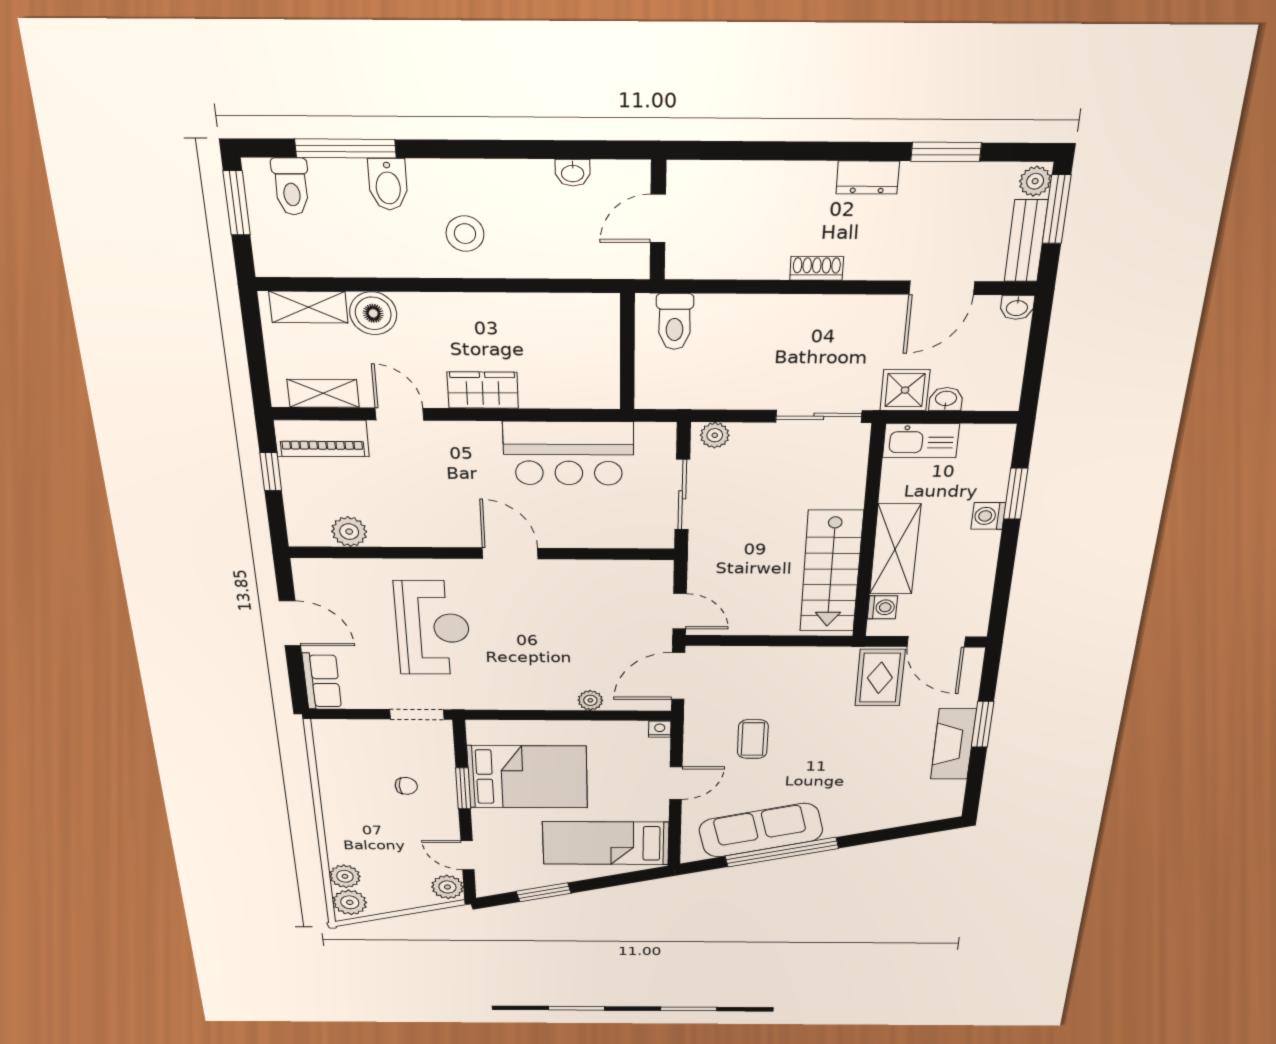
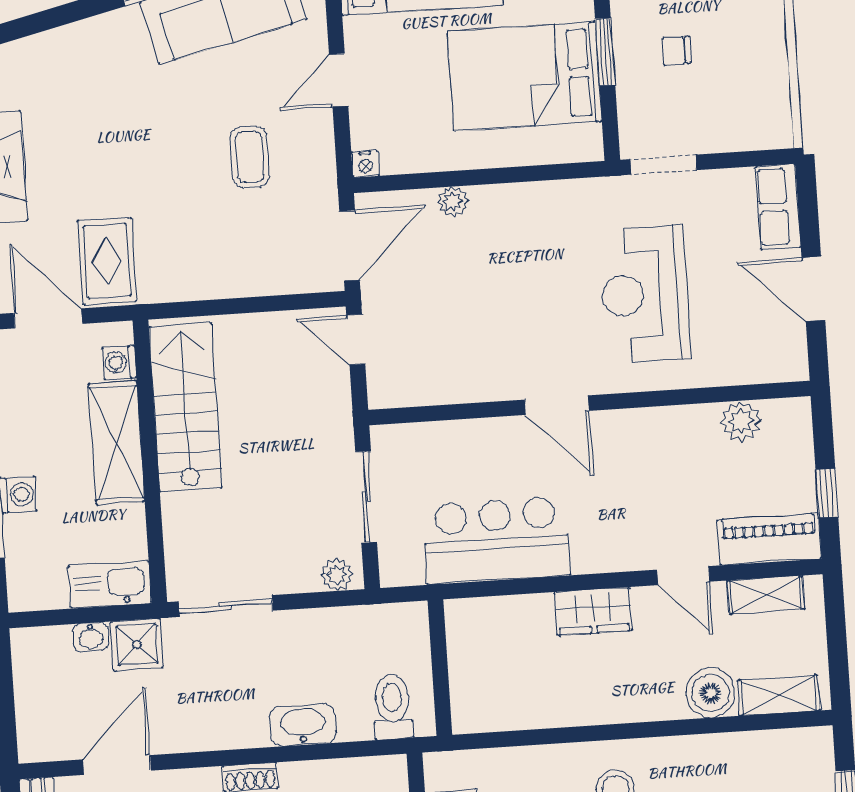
washbasin: (1017, 307) -> (303, 725), moved, width x1.91, depth x1.45

